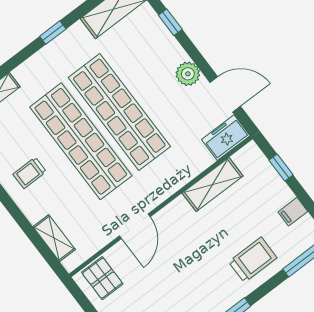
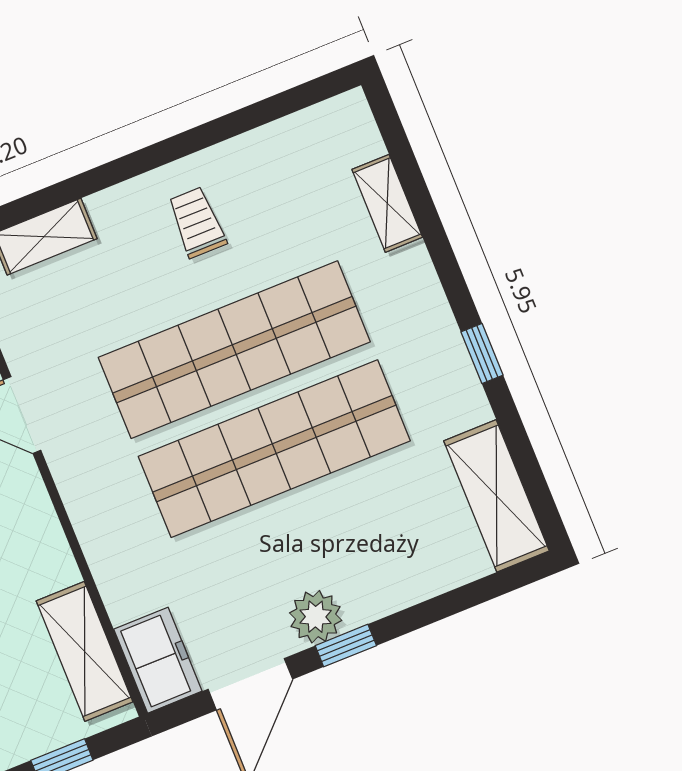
window: (170, 22) -> (346, 646), moved
shelving: (213, 185) -> (85, 651), moved

